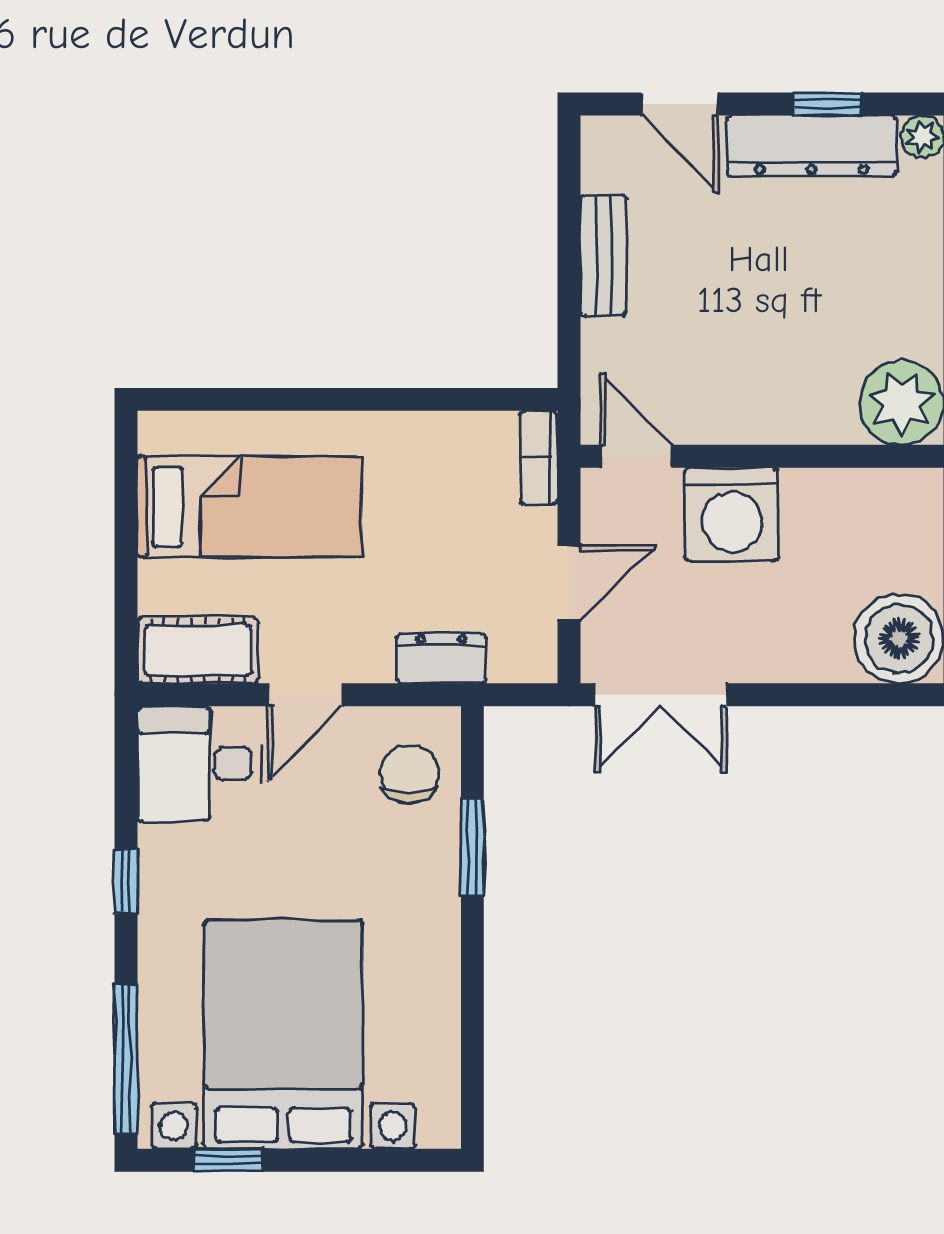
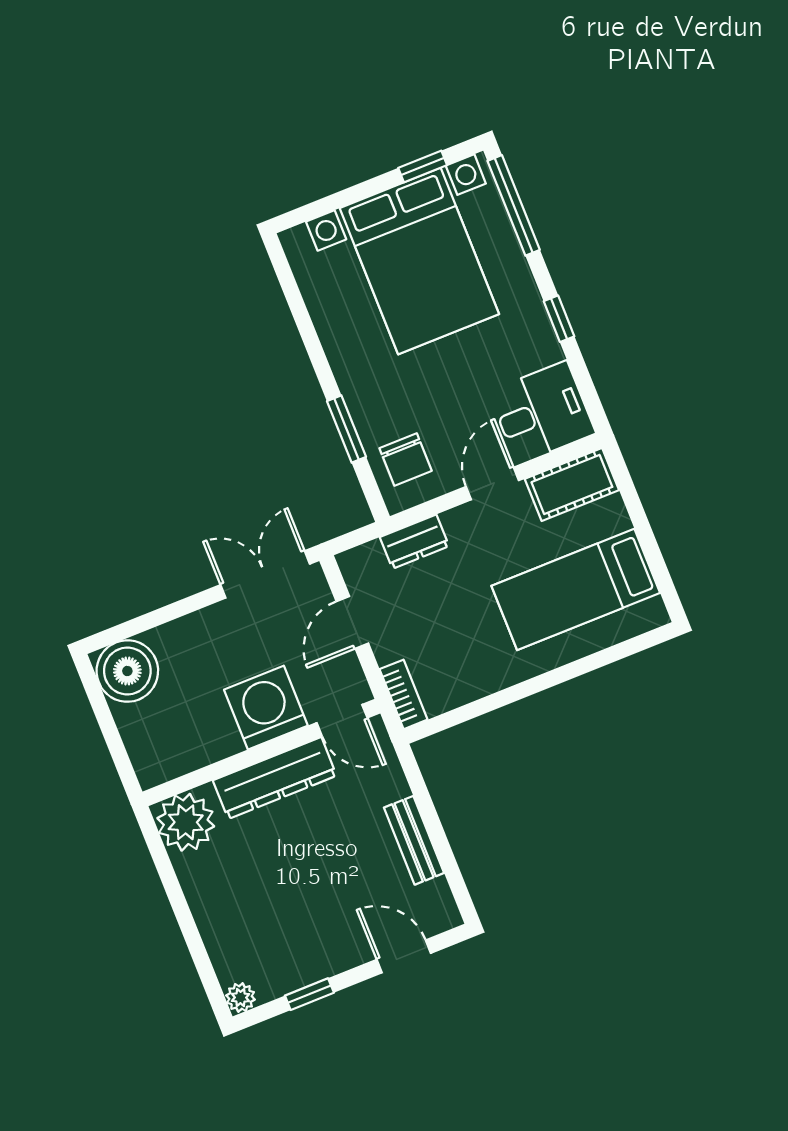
dresser: (812, 146) -> (275, 778), moved, turned 180

